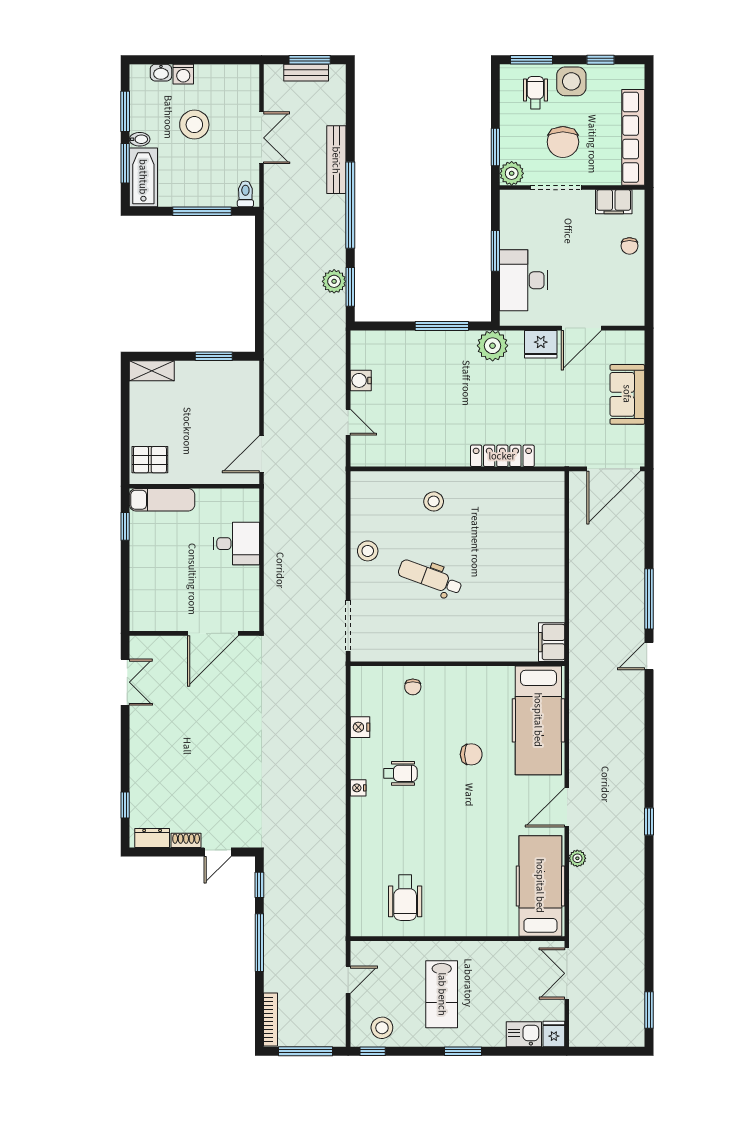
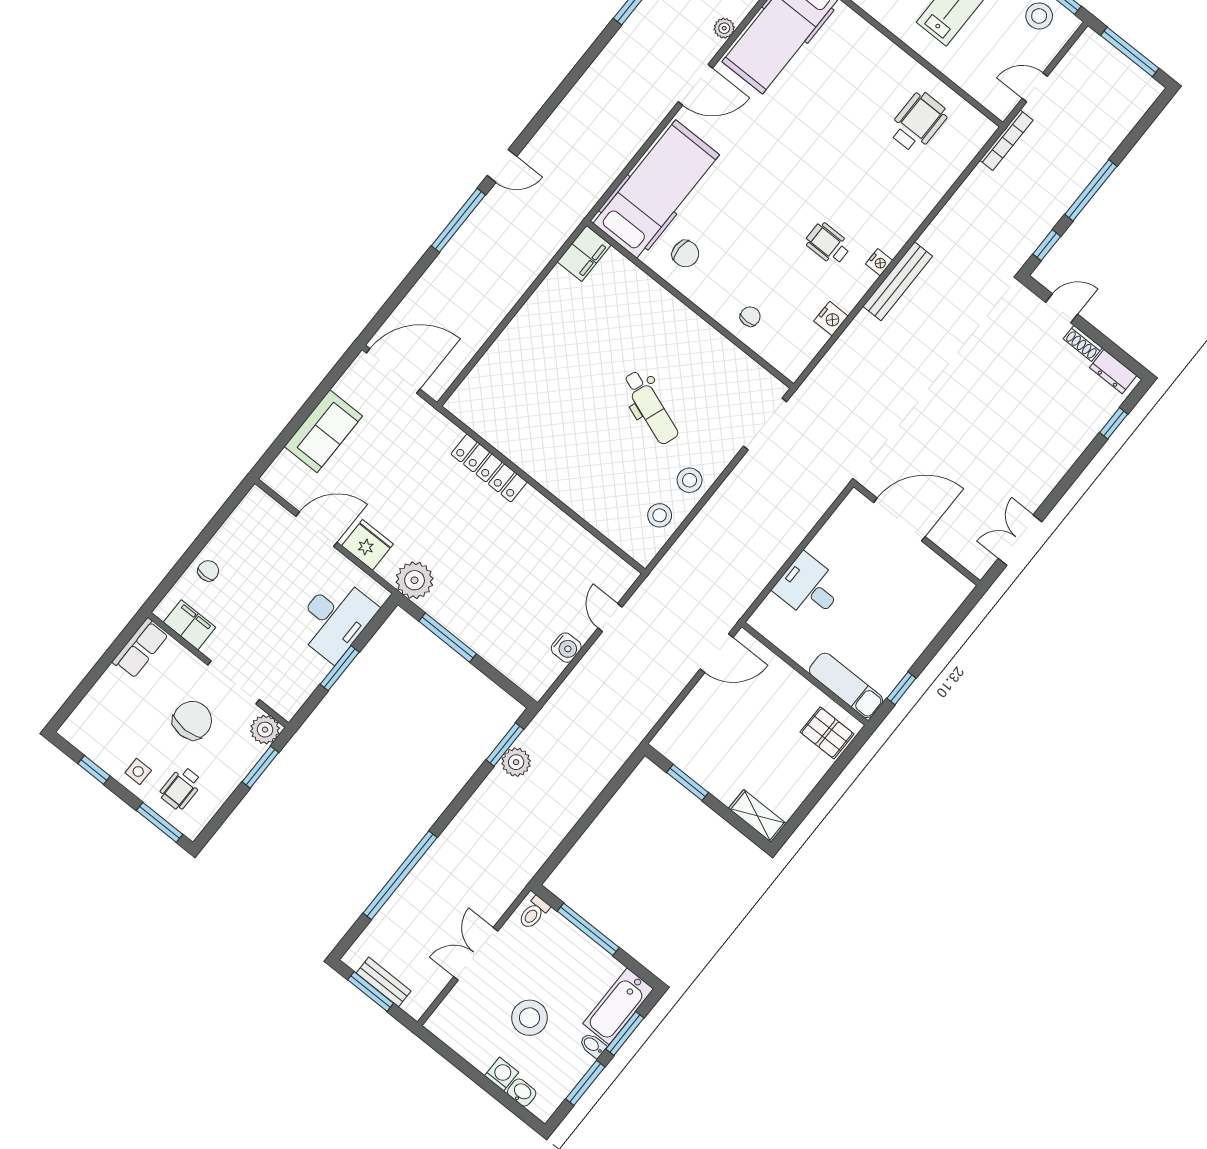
side table: (571, 81) -> (138, 772), width x0.54, depth x0.54
row of seats: (633, 137) -> (140, 648), width x0.50
bench: (336, 160) -> (898, 281), moved
window: (350, 205) -> (400, 875), moved
stool: (434, 501) -> (660, 515), moved
chair: (471, 754) -> (685, 254), moved, turned 180
bookcase: (271, 1019) -> (1006, 140), moved, turned 180

